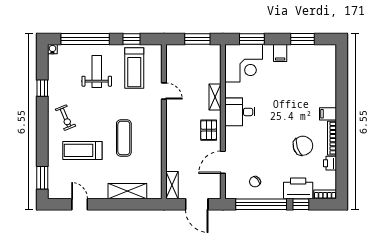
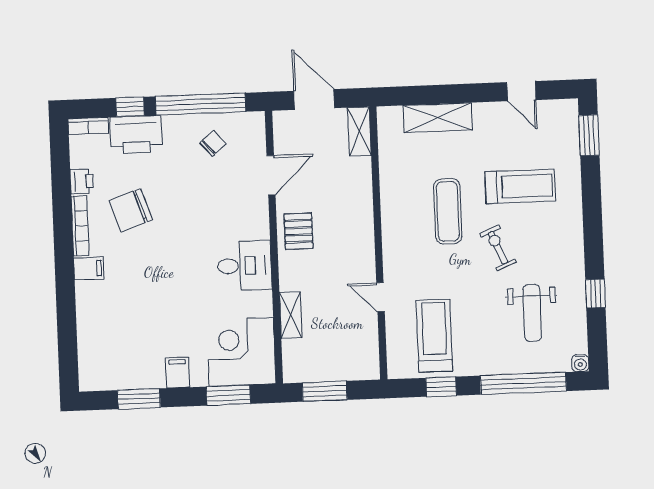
weight bench: (97, 72) -> (532, 313), moved
shelving: (215, 97) -> (291, 315), moved
exercise bike: (66, 118) -> (498, 248), moved

